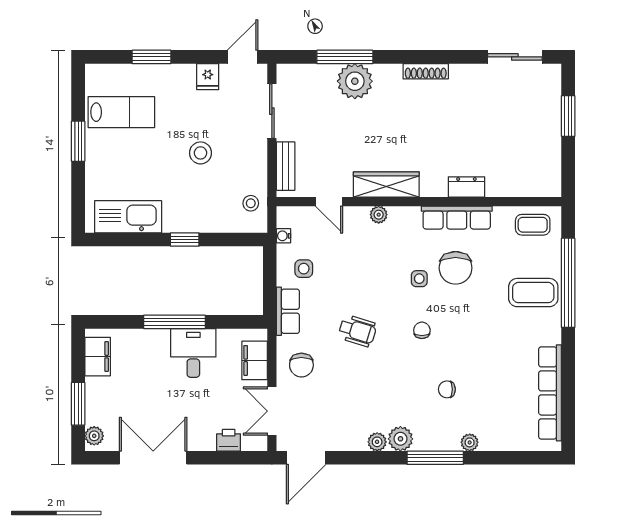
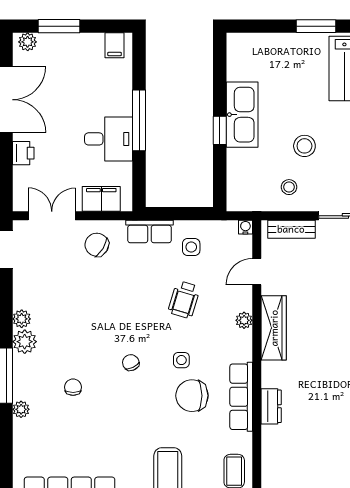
stool: (251, 203) -> (289, 187), moved
kitchen sink: (128, 217) -> (242, 115), moved
water cooler: (283, 236) -> (245, 227), moved
chair: (422, 330) -> (131, 363), turned -115
wheelchair: (358, 331) -> (184, 300), moved
filing cabinet: (98, 357) -> (115, 45), width x0.50
chair: (301, 365) -> (97, 245), turned 32
printer: (229, 440) -> (23, 153), moved

